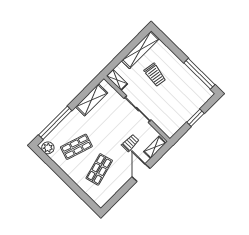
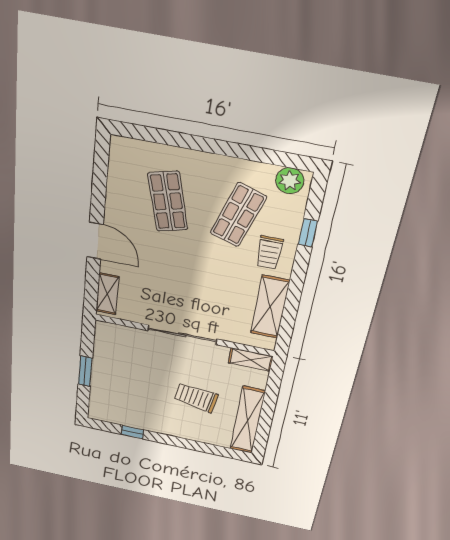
window: (199, 74) -> (132, 432), width x0.32
window: (55, 123) -> (308, 233), width x0.32
trolley: (130, 143) -> (269, 252), moved

